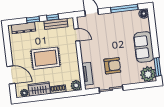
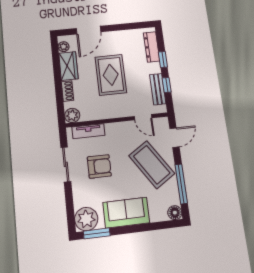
coffee table: (111, 29) -> (152, 165), added
door: (77, 35) -> (143, 117), hinge flipped
armchair: (112, 66) -> (99, 166), turned -90

